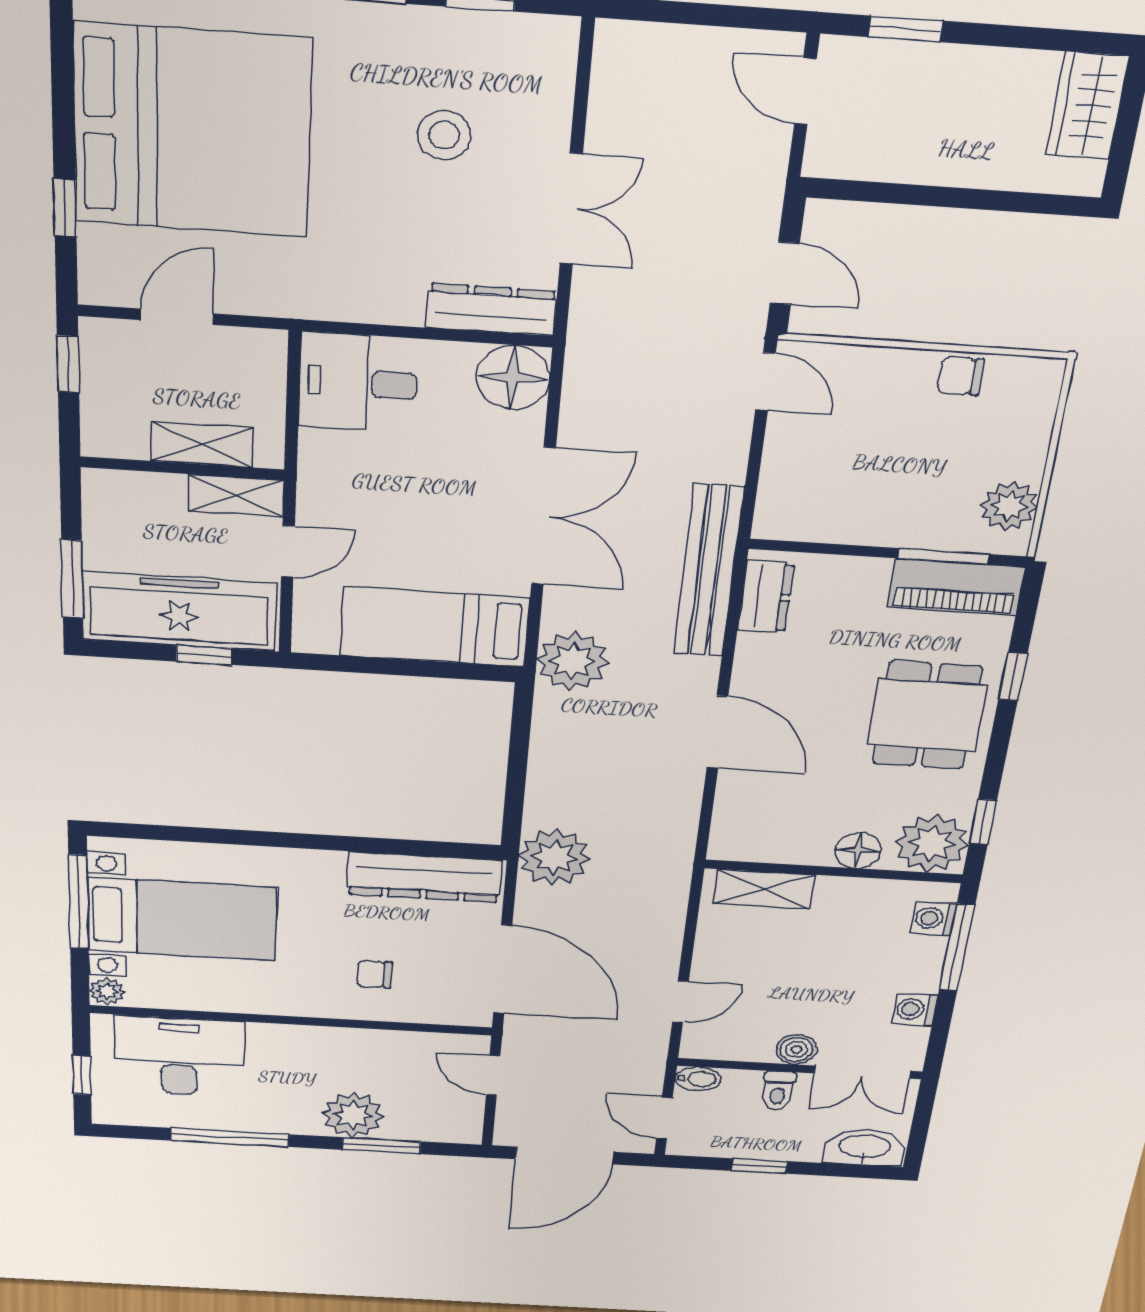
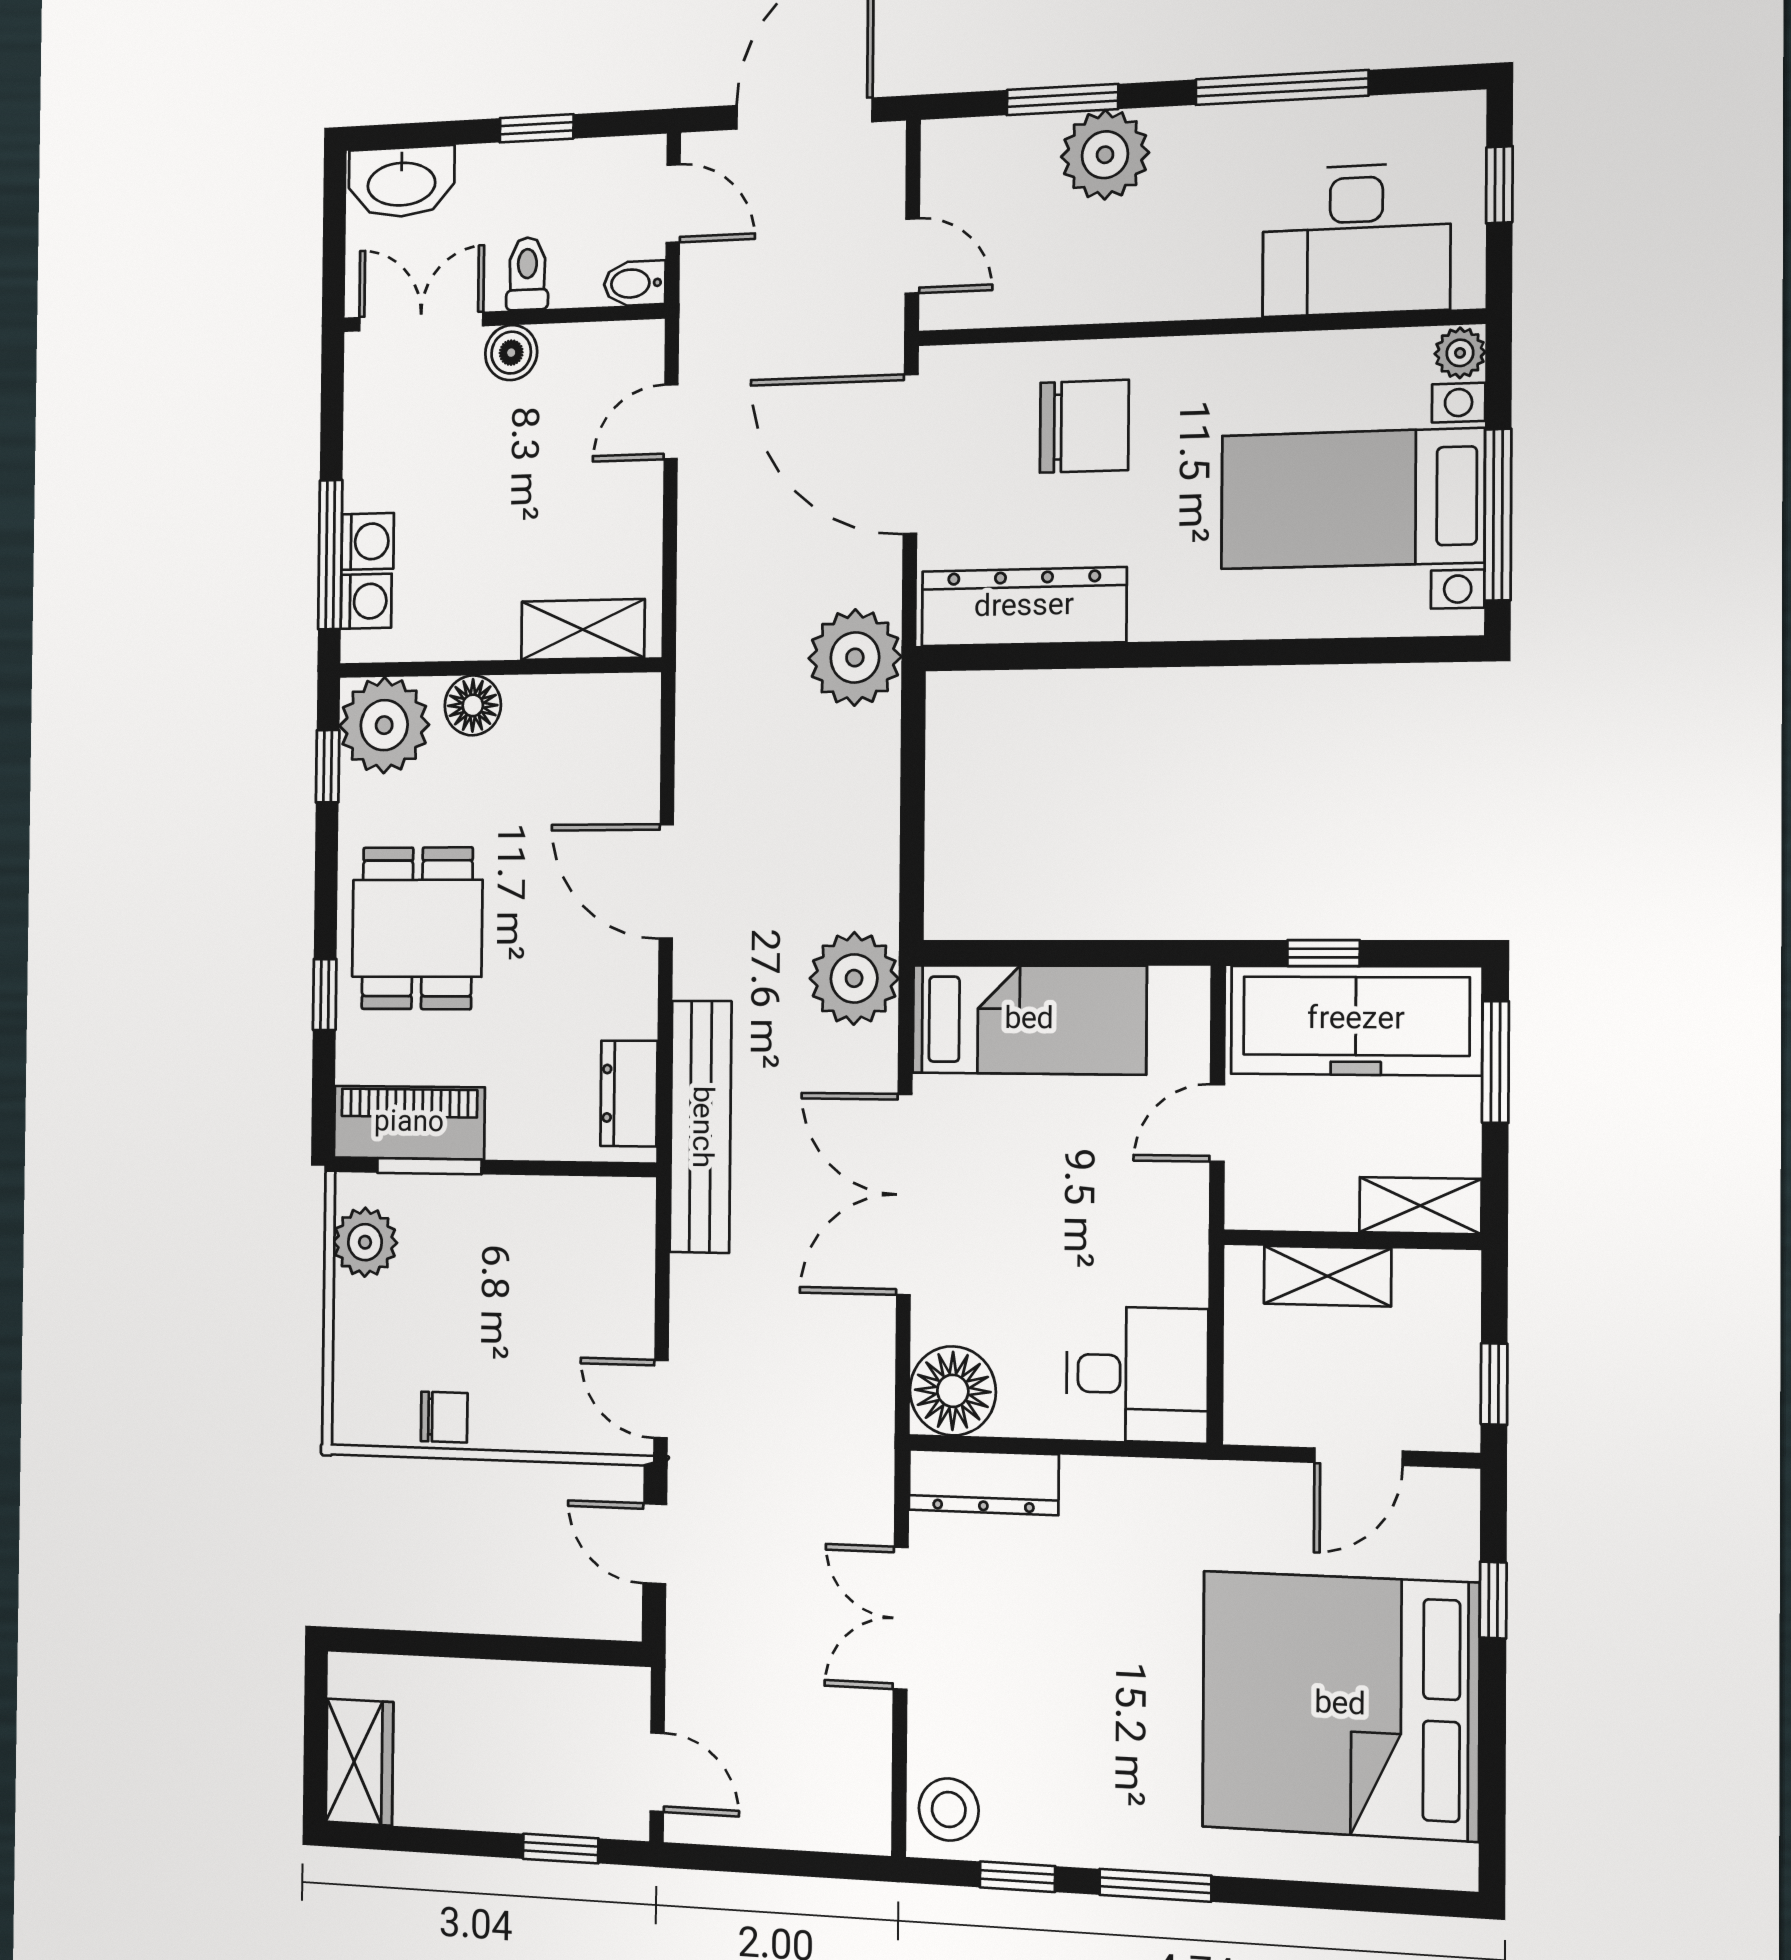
stool: (444, 135) -> (949, 1810), moved
shelving: (236, 495) -> (1420, 1206), moved
chair: (374, 974) -> (1084, 426), width x1.87, depth x1.87
washing machine: (915, 1009) -> (368, 541), moved

